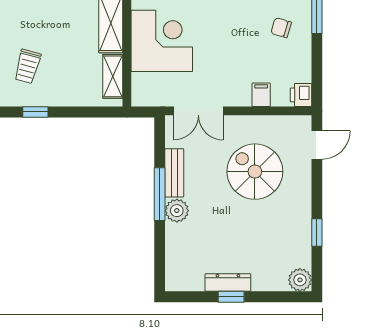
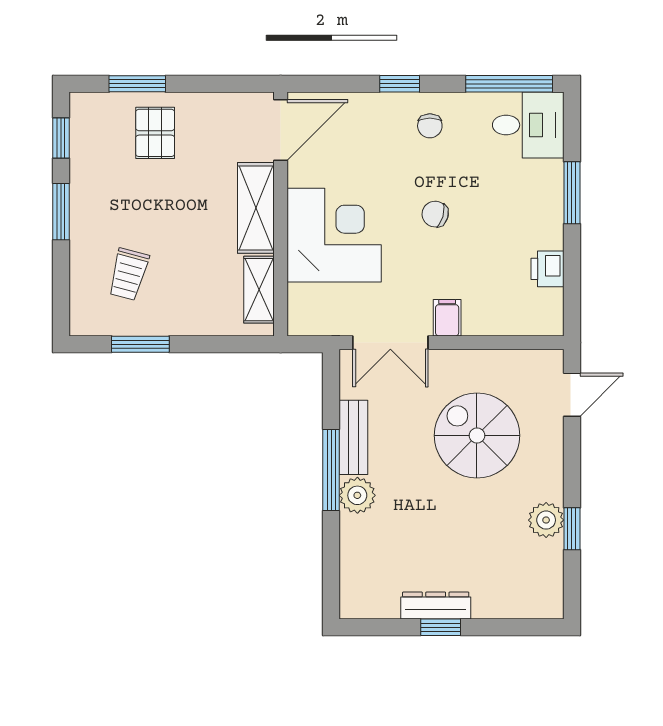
chair: (281, 28) -> (435, 214), moved
filing cabinet: (261, 95) -> (447, 318), moved
printer: (301, 95) -> (547, 269), moved
window: (35, 112) -> (140, 344), width x1.50
plant: (300, 280) -> (546, 520), moved

